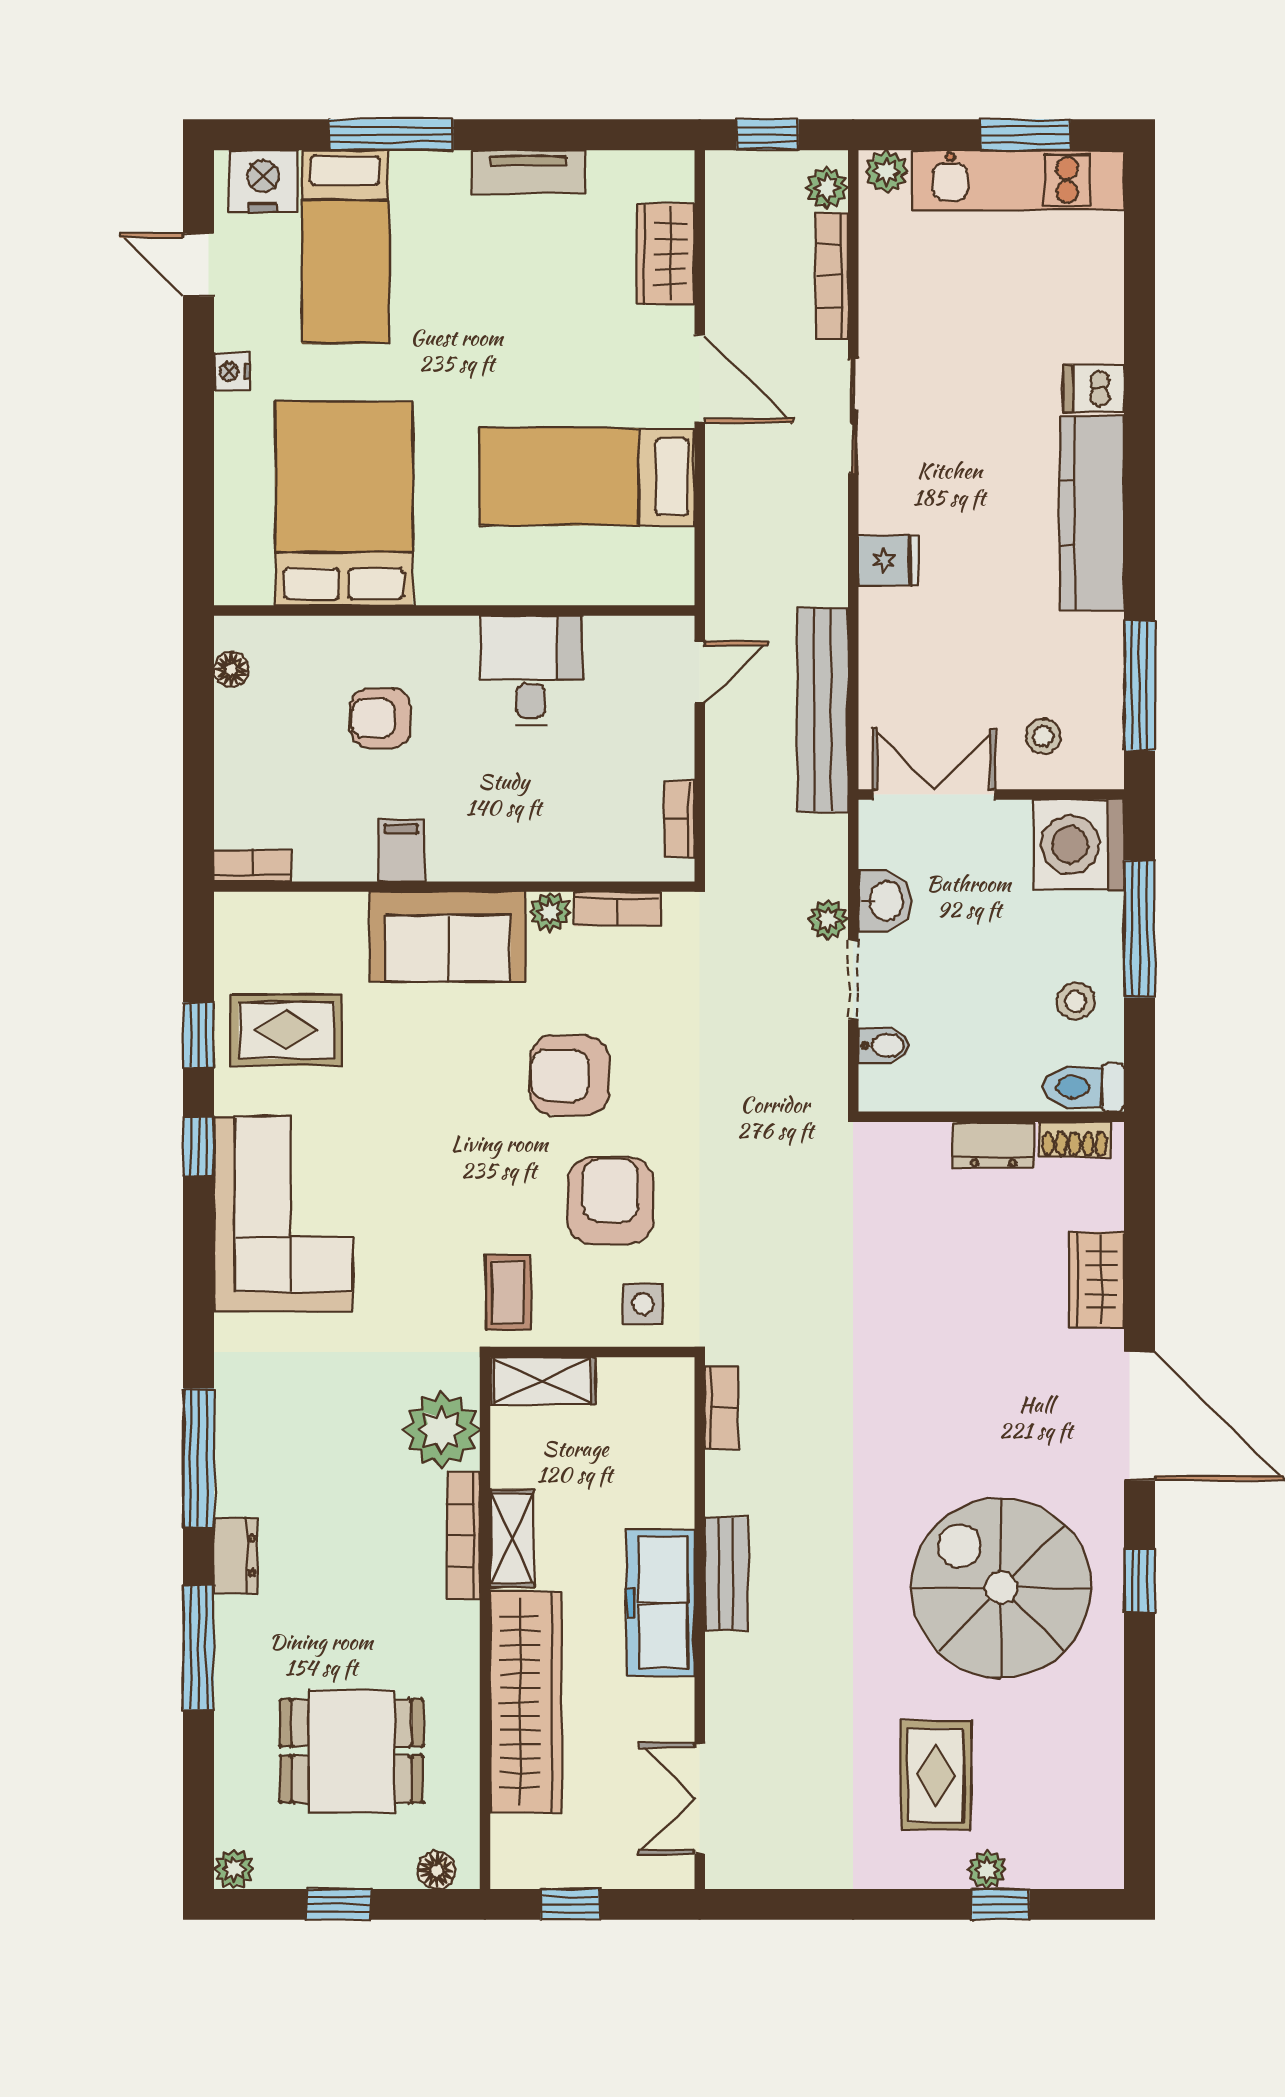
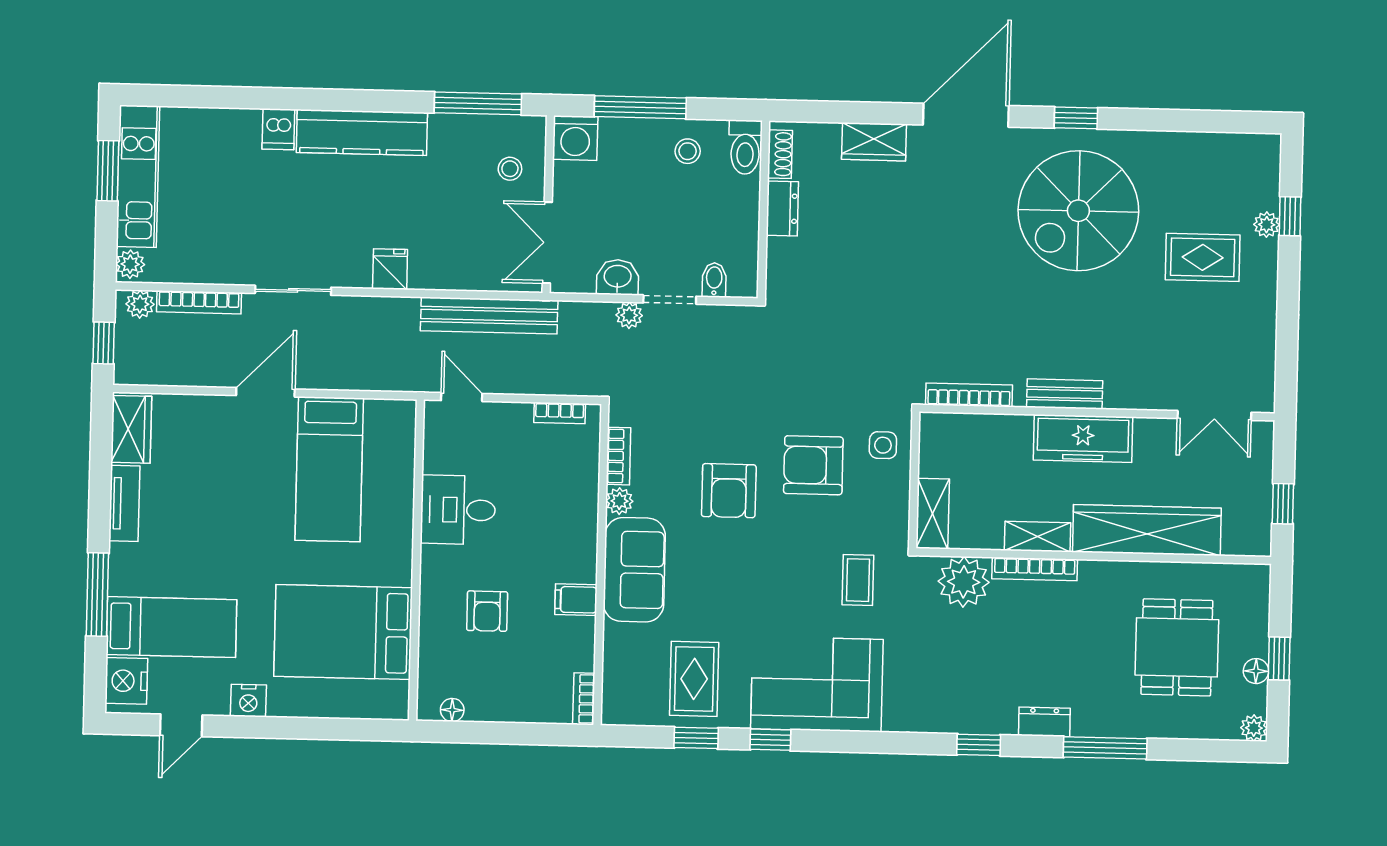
wardrobe: (665, 254) -> (131, 429), moved, turned -90
nightstand: (232, 372) -> (248, 701), width x1.39, depth x1.35
washing machine: (1079, 845) -> (575, 138), width x0.73, depth x0.73
coffee table: (508, 1292) -> (858, 580), moved, turned 90
bookcase: (721, 1408) -> (969, 395), width x1.56
window: (199, 1458) -> (979, 745), width x0.46
floor lamp: (437, 1870) -> (1256, 671), moved

